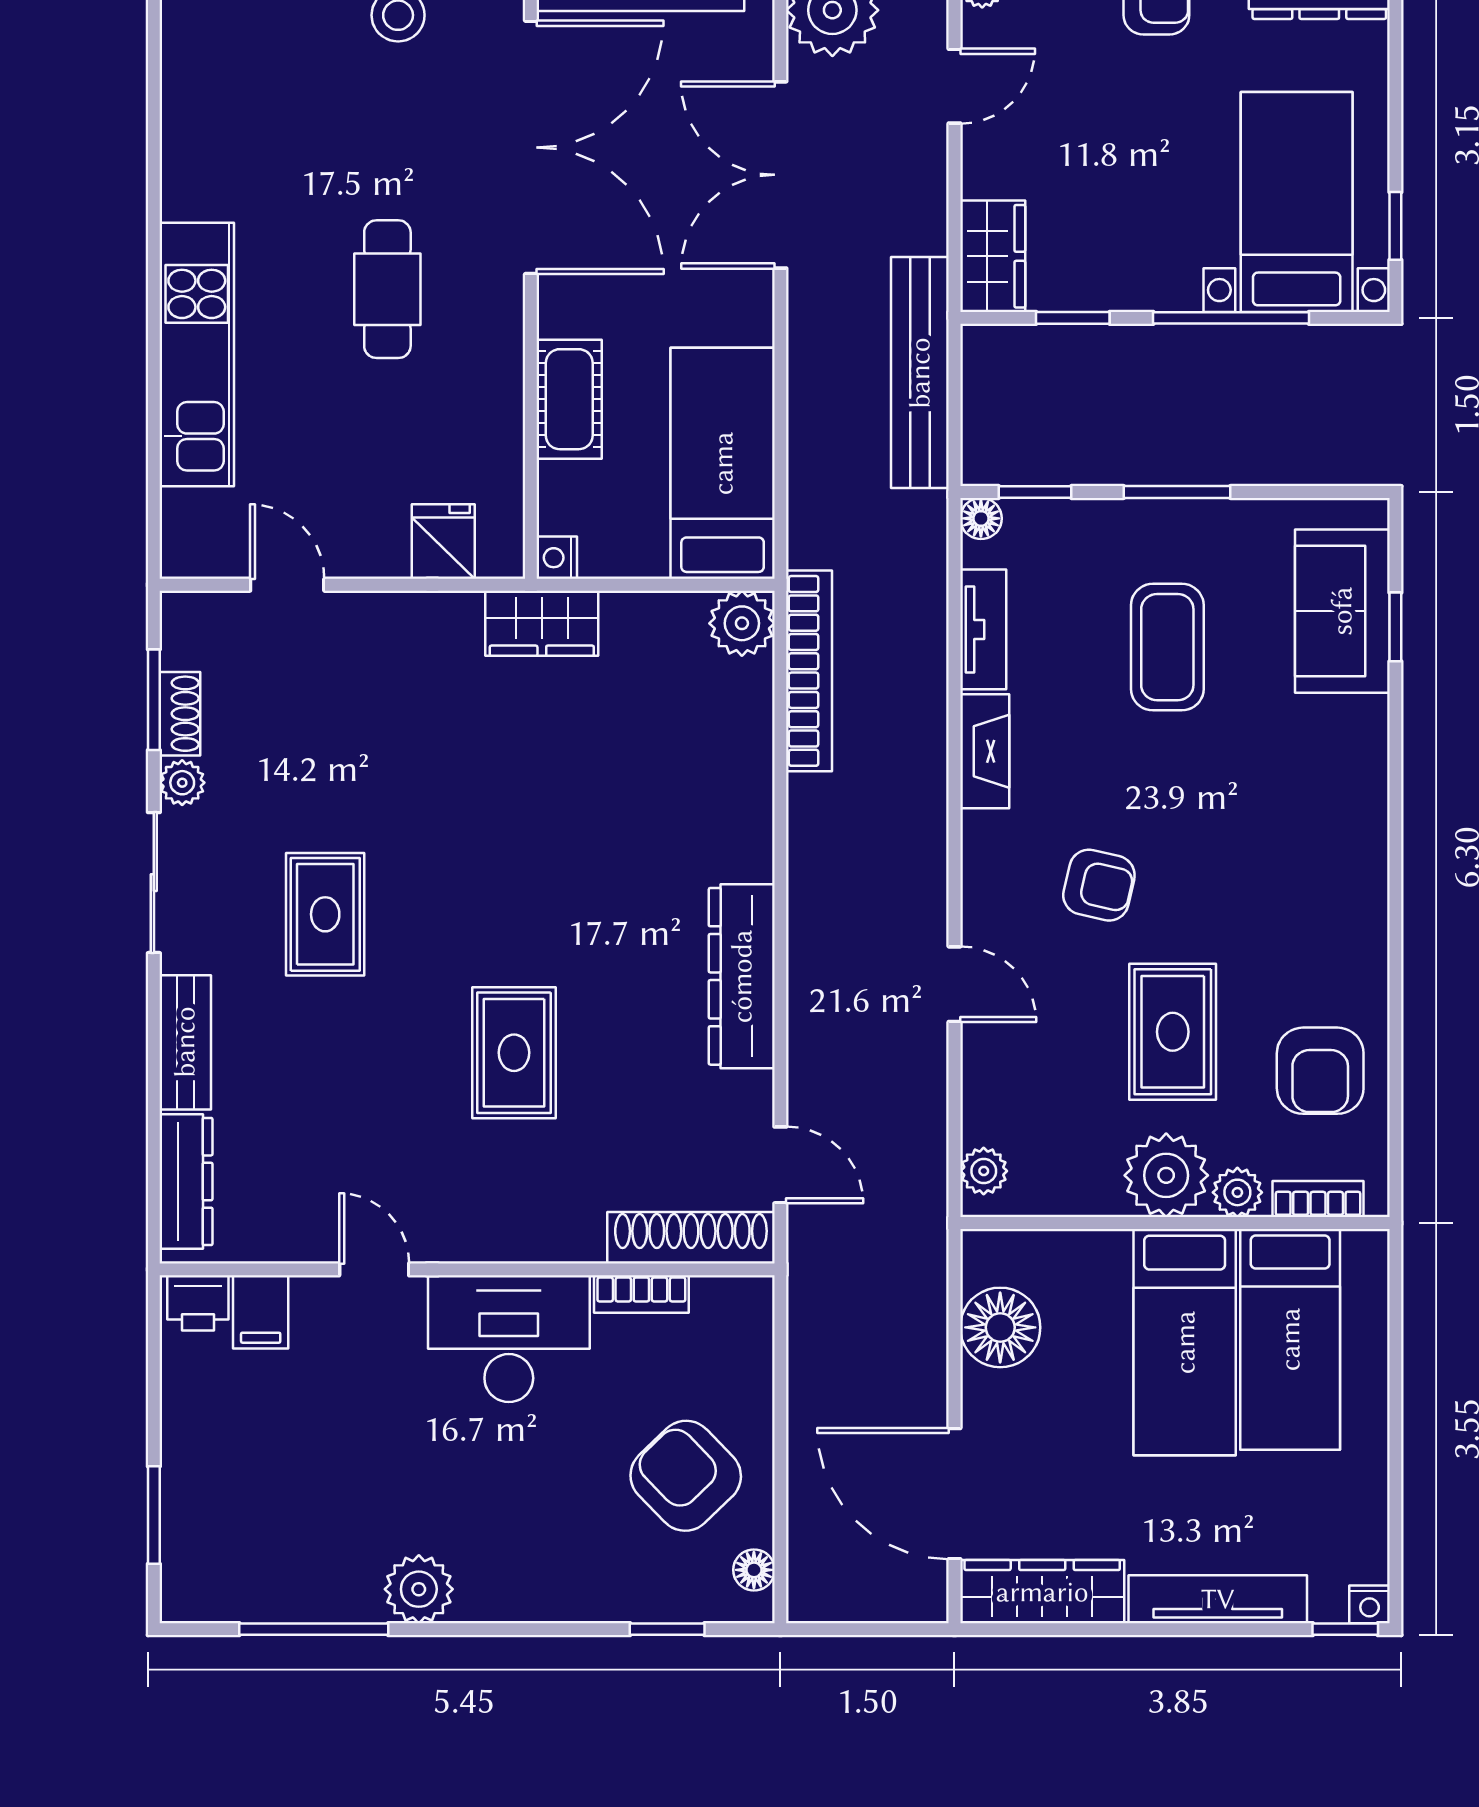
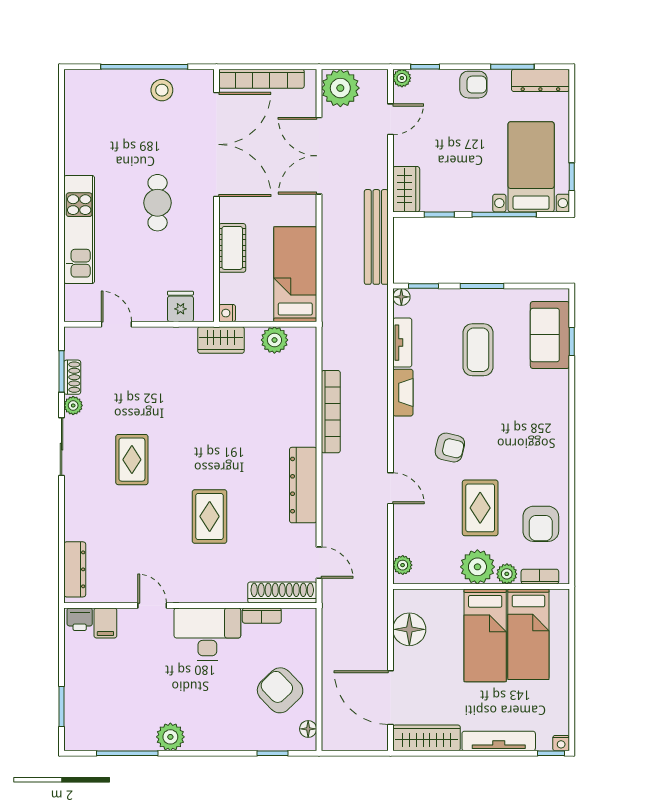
plant: (742, 623) -> (274, 340), moved
bookcase: (809, 671) -> (331, 412), moved
bench: (185, 1042) -> (74, 512), removed

